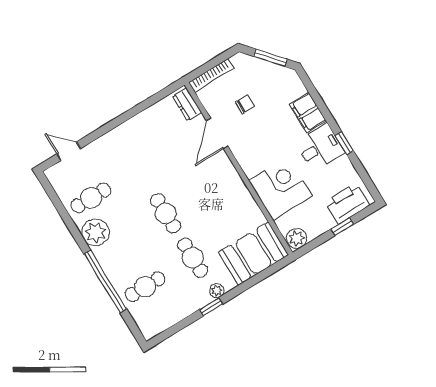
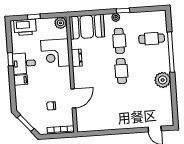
dresser: (187, 104) -> (77, 58), moved
filing cabinet: (308, 112) -> (21, 80), width x0.50
cafe table: (91, 198) -> (156, 99), removed

